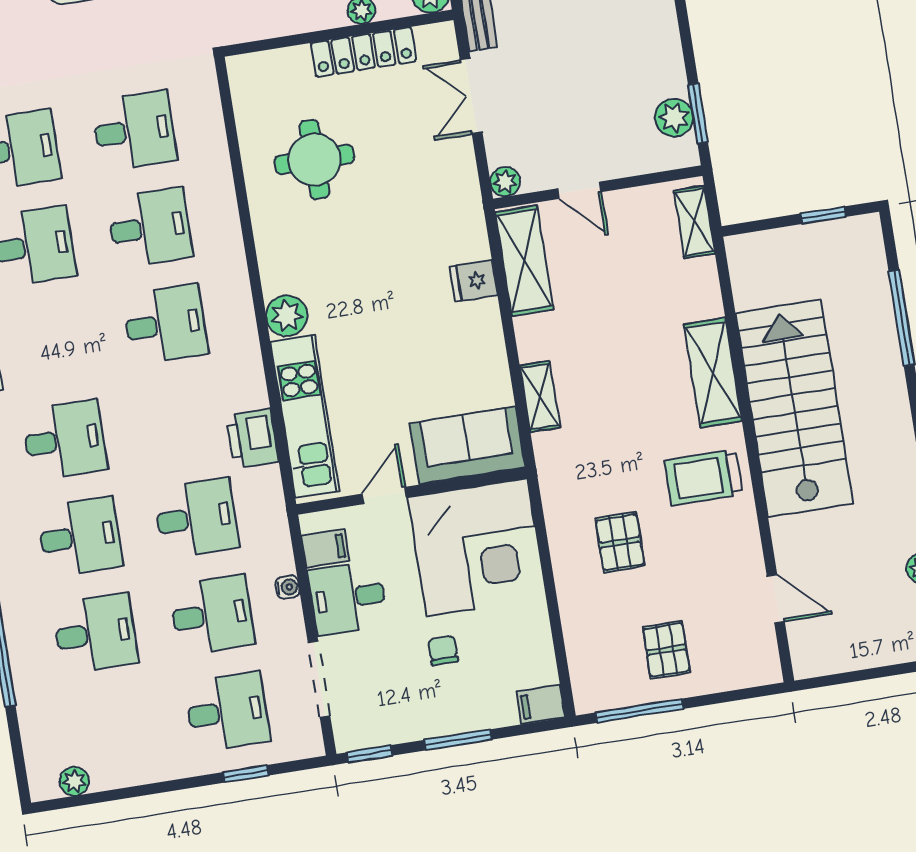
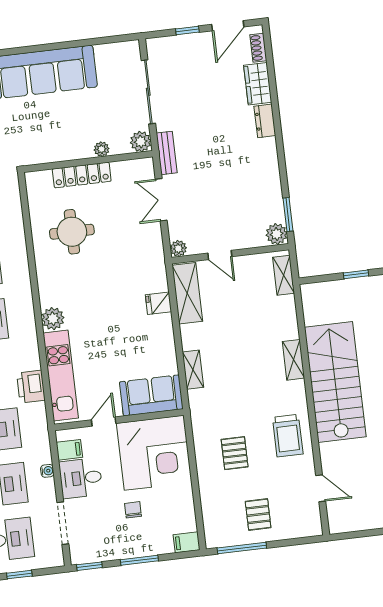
locker: (364, 52) -> (82, 175), moved
plant: (674, 118) -> (277, 234), moved
shelving: (713, 373) -> (293, 360), width x0.67, depth x0.75
trolley: (703, 477) -> (288, 436), moved, turned -90

